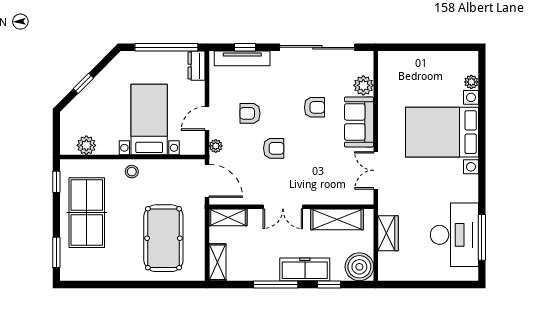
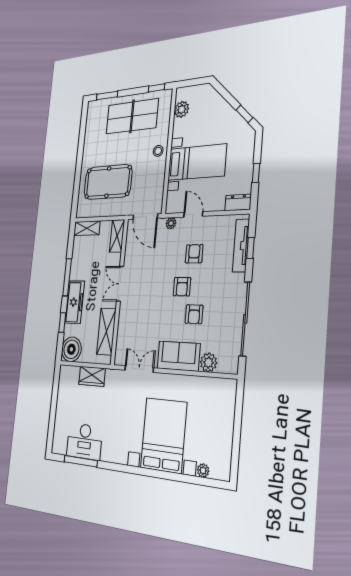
window: (166, 47) -> (256, 173), width x0.32
window: (83, 83) -> (244, 114), moved
armchair: (274, 148) -> (182, 287), moved
door: (207, 181) -> (145, 217), hinge flipped
desk: (454, 235) -> (84, 441), width x0.73, depth x0.77

